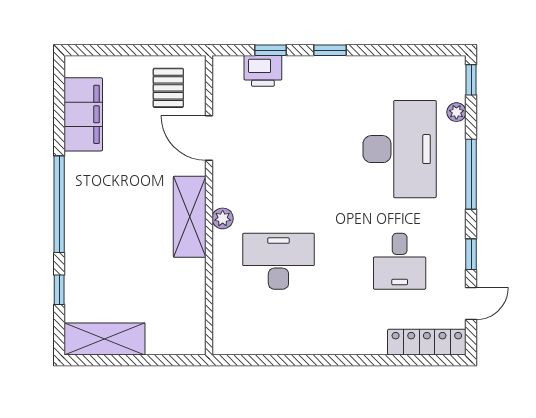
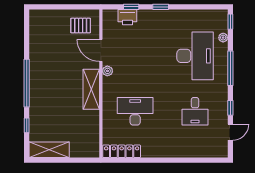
pallet: (168, 88) -> (81, 26), turned 90
filing cabinet: (83, 114) -> (39, 39), removed
plant: (223, 218) -> (107, 71), moved
locker: (427, 342) -> (122, 151), moved

